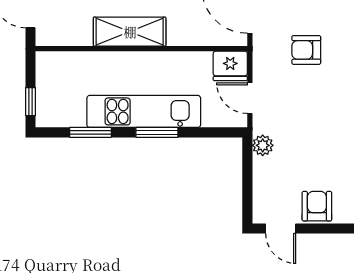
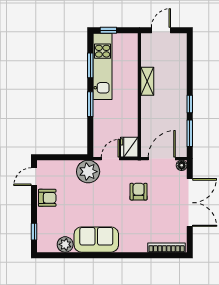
shelving: (130, 32) -> (147, 81), width x0.67, depth x0.75
kitchen unit: (144, 111) -> (103, 66), moved
plant: (263, 145) -> (88, 172), width x1.87, depth x1.87

